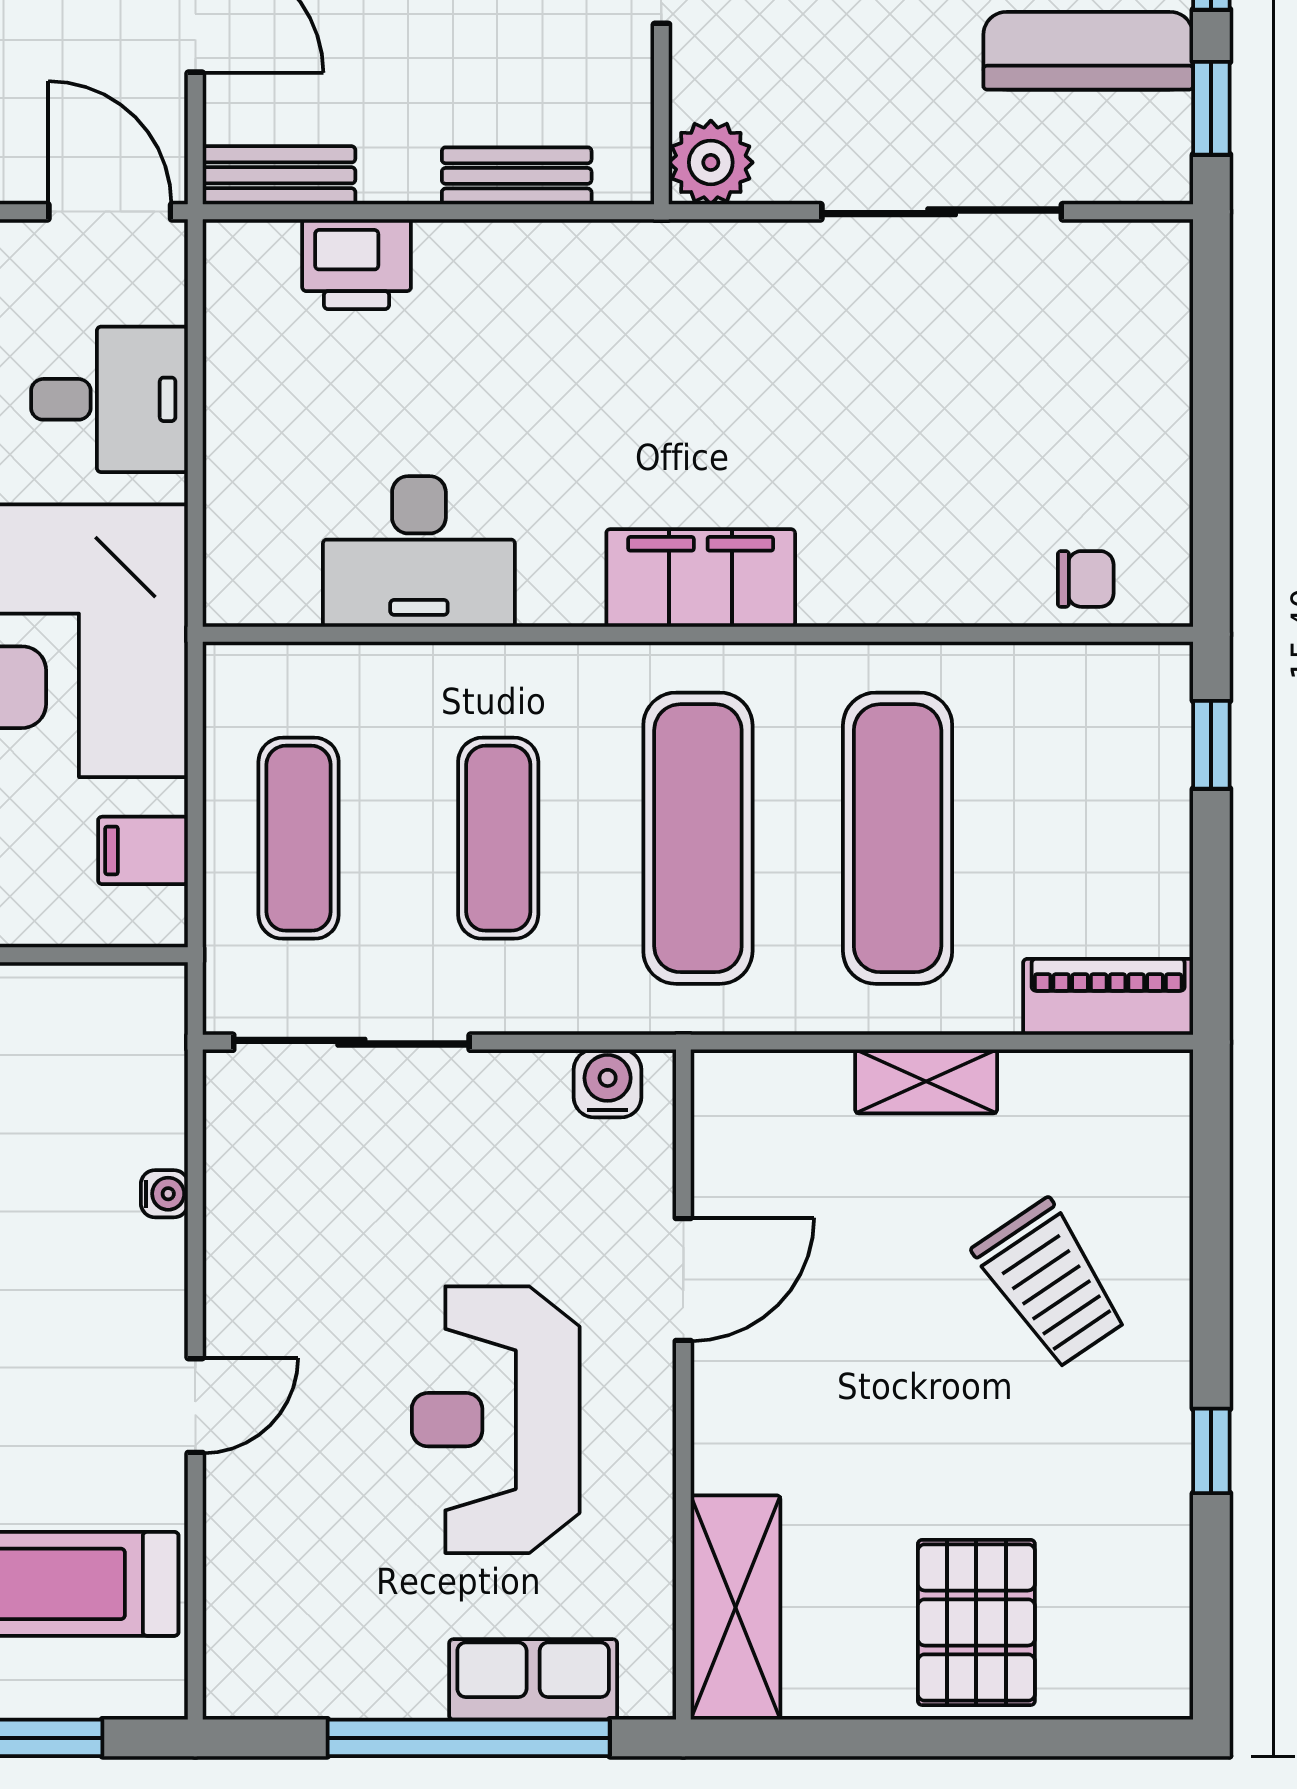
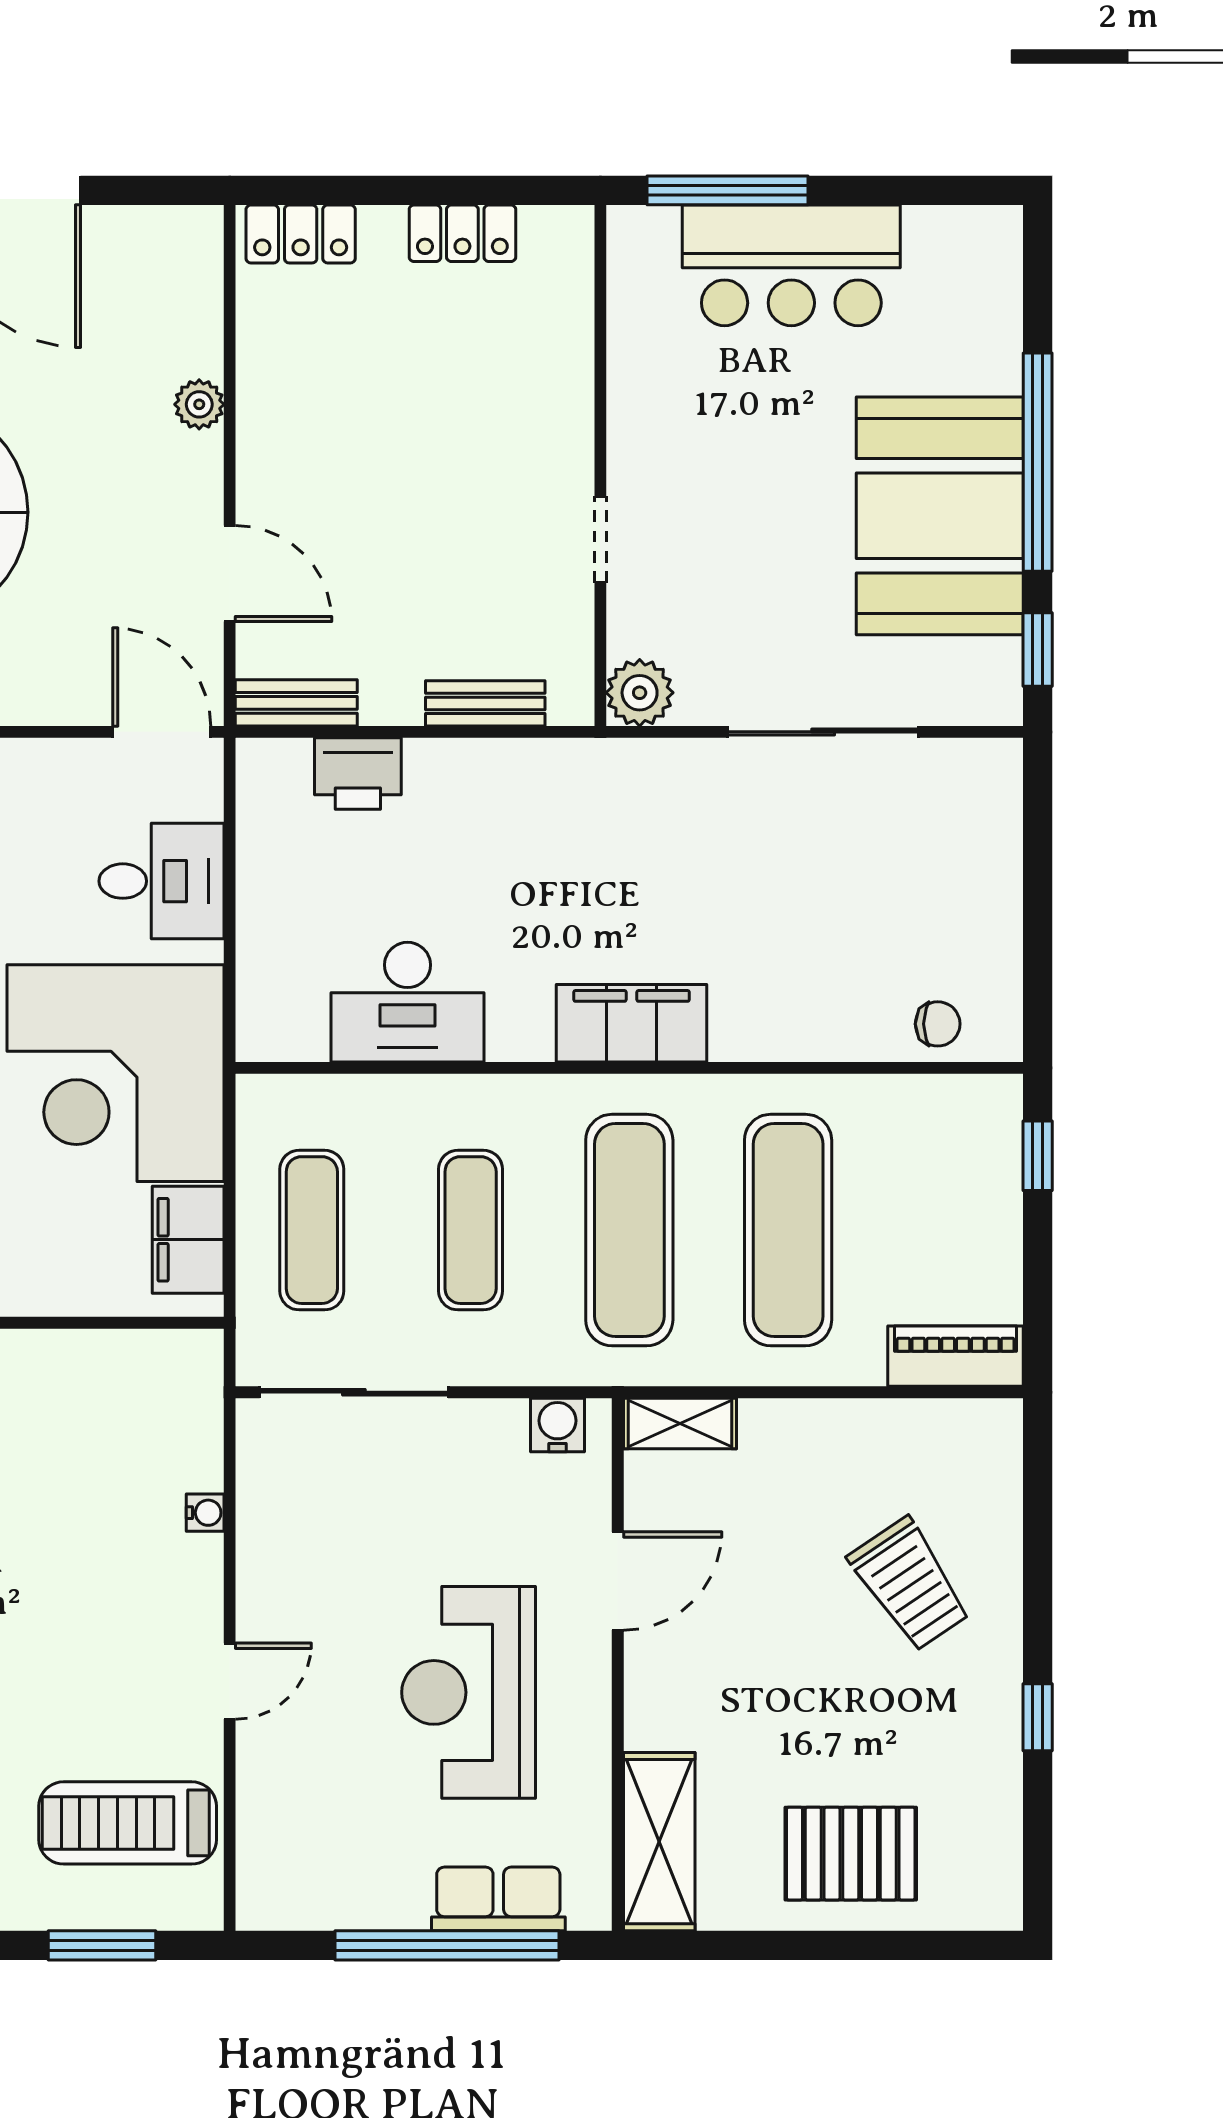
filing cabinet: (143, 850) -> (188, 1240), width x2.00
shelving: (926, 1081) -> (680, 1423), moved
pallet: (976, 1622) -> (851, 1854), turned 90

